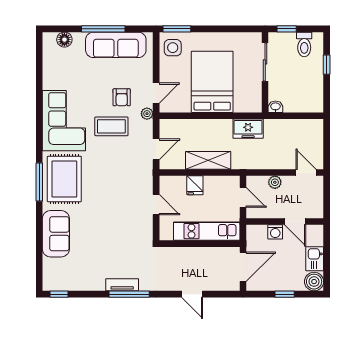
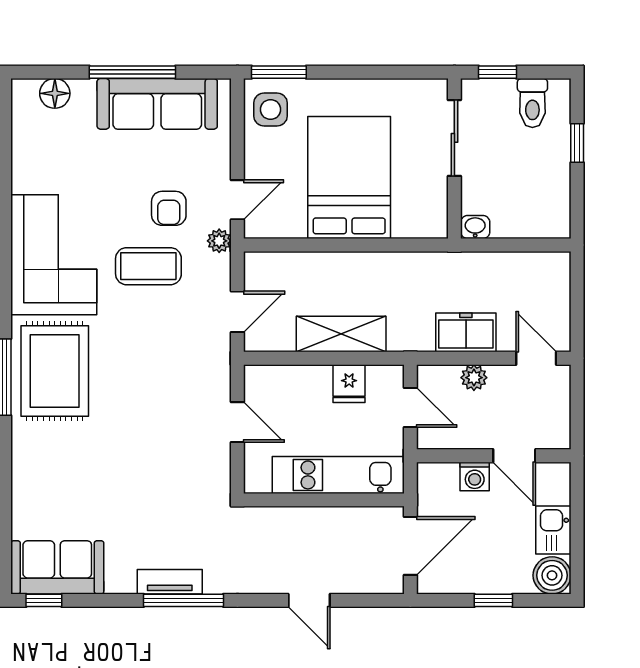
freezer: (248, 129) -> (466, 332), moved, turned 180
fridge: (195, 185) -> (349, 384), moved
sofa: (56, 234) -> (57, 567), moved, turned -90

